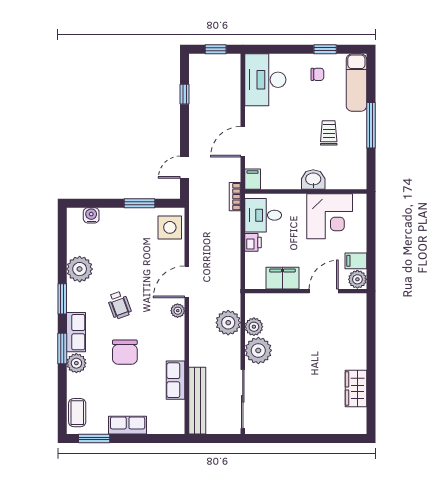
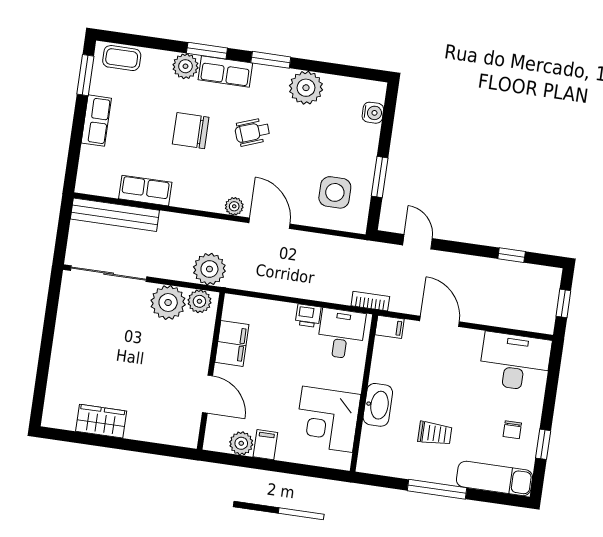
washbasin: (313, 180) -> (378, 405), width x1.38
side table: (170, 227) -> (335, 192), moved
filing cabinet: (282, 278) -> (232, 343), moved
wall: (306, 291) -> (211, 371), moved
door: (324, 291) -> (208, 394), moved

